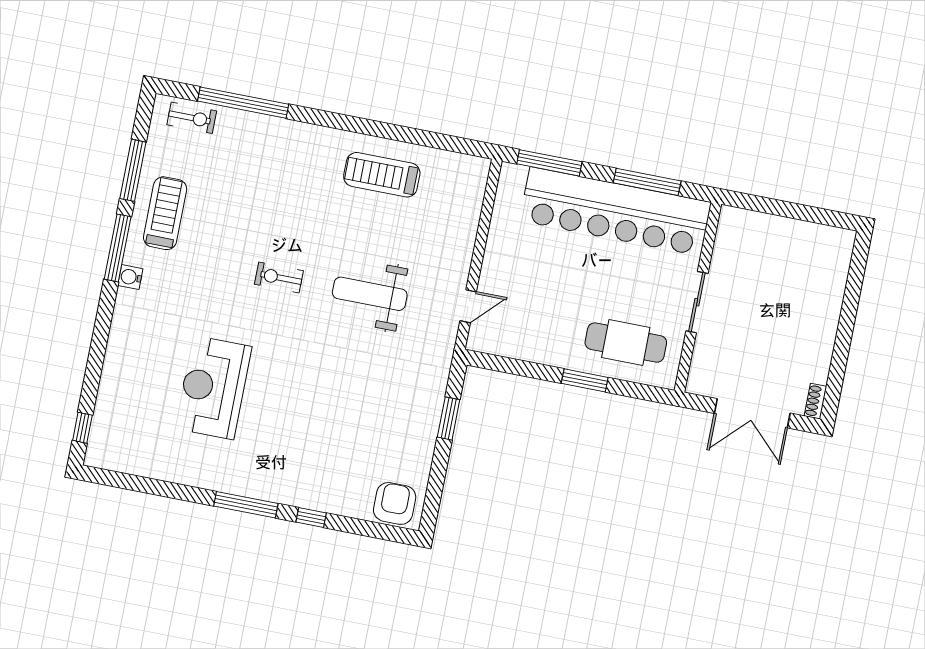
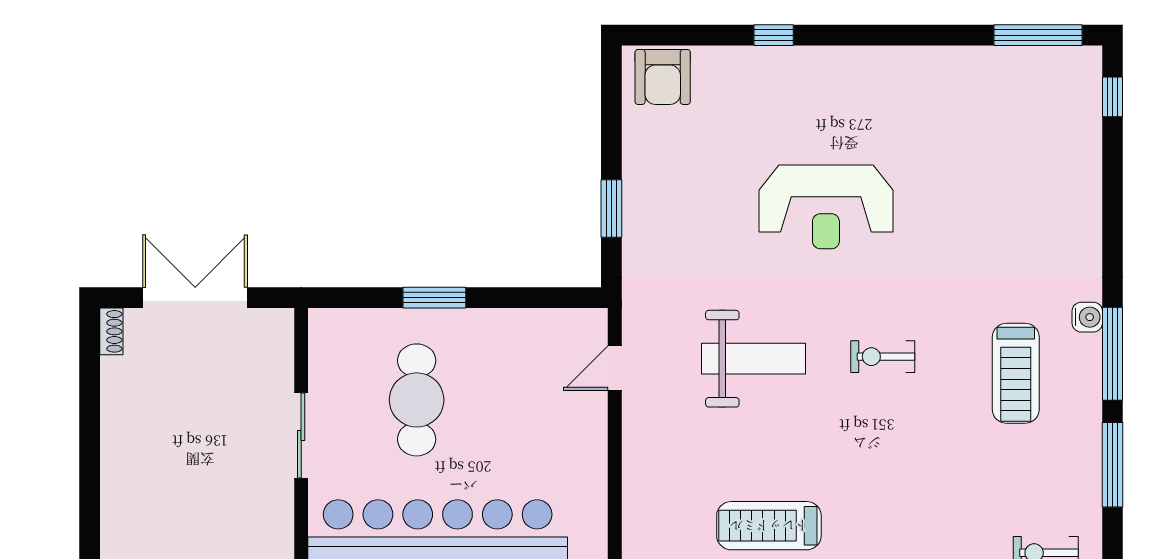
treadmill: (382, 175) -> (769, 526), turned 180
treadmill: (165, 213) -> (1016, 373), moved
exercise bike: (279, 277) -> (883, 357), turned 180
cafe table: (626, 343) -> (417, 400), moved, turned 90
reception desk: (213, 388) -> (826, 207), moved, turned 90
window: (246, 505) -> (1038, 35), moved

